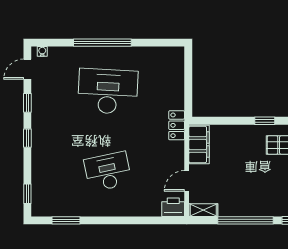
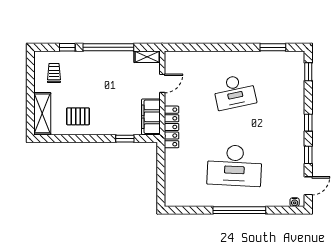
window: (265, 121) -> (125, 139), moved
locker: (177, 125) -> (172, 127), width x1.53
printer: (173, 207) -> (175, 59), removed

